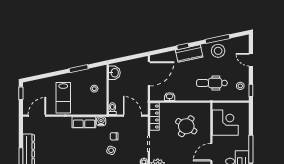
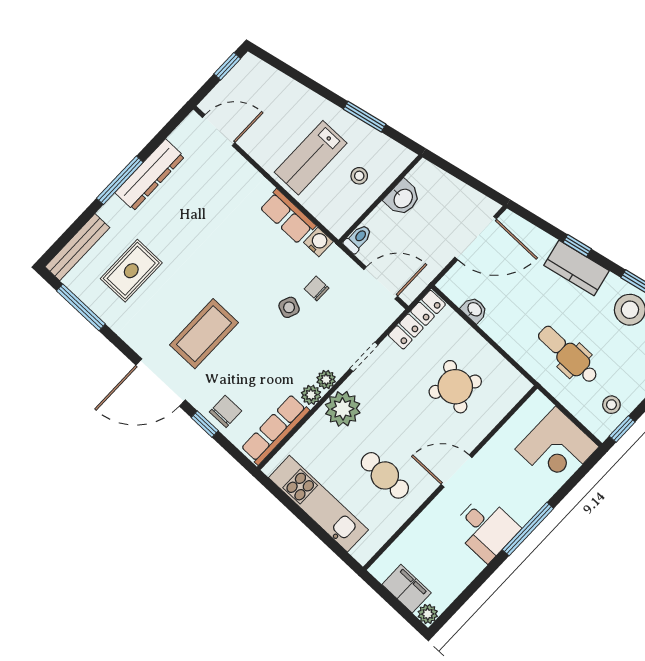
washbasin: (114, 73) -> (403, 198), moved
lab bench: (63, 98) -> (311, 158), moved
door: (132, 116) -> (381, 283), hinge flipped
corner desk: (225, 123) -> (557, 448), moved, turned 90

